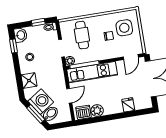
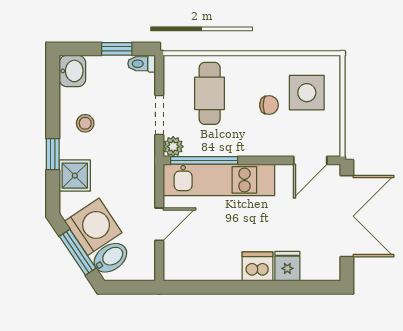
window: (13, 46) -> (53, 154), moved
plant: (97, 111) -> (216, 267), removed
dishwasher: (84, 112) -> (257, 266), moved

